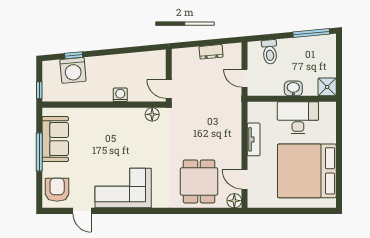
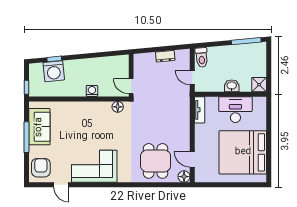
toilet: (270, 52) -> (202, 57), moved
tv unit: (254, 139) -> (200, 110), moved

